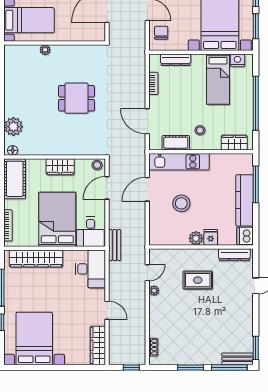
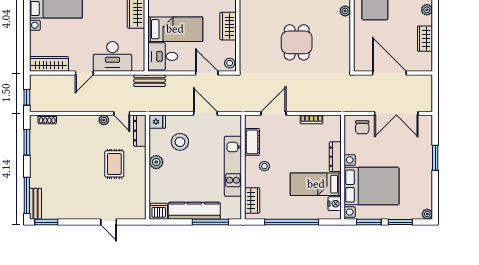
chair: (161, 33) -> (362, 127), turned 90
dresser: (176, 60) -> (335, 157), moved
kitchen unit: (179, 162) -> (233, 166), moved
stool: (181, 203) -> (180, 142), moved
bed: (57, 219) -> (175, 29), width x0.67
fridge: (211, 237) -> (157, 122), moved
dresser: (234, 255) -> (140, 131), moved
desk: (91, 269) -> (112, 56), moved
window: (190, 367) -> (27, 142), moved

